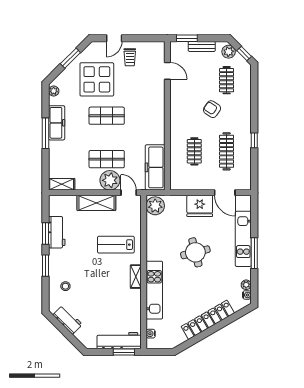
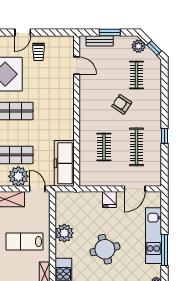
window: (187, 38) -> (110, 33), moved
bench: (202, 46) -> (100, 41), moved
door: (225, 193) -> (135, 189), hinge flipped
plant: (155, 206) -> (64, 233), moved
fridge: (200, 206) -> (109, 199), width x0.53, depth x0.75

